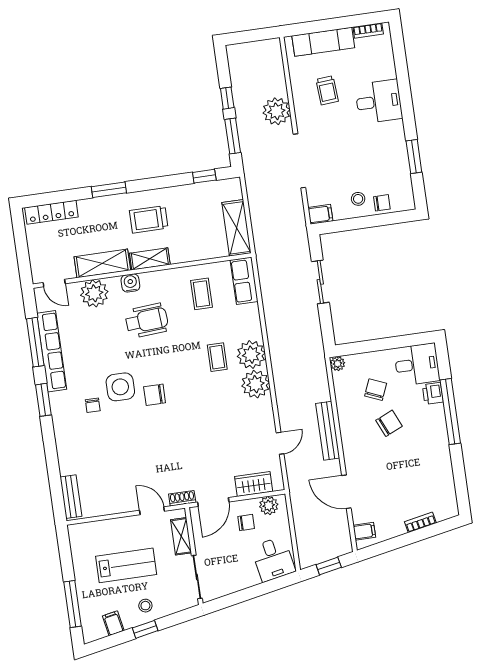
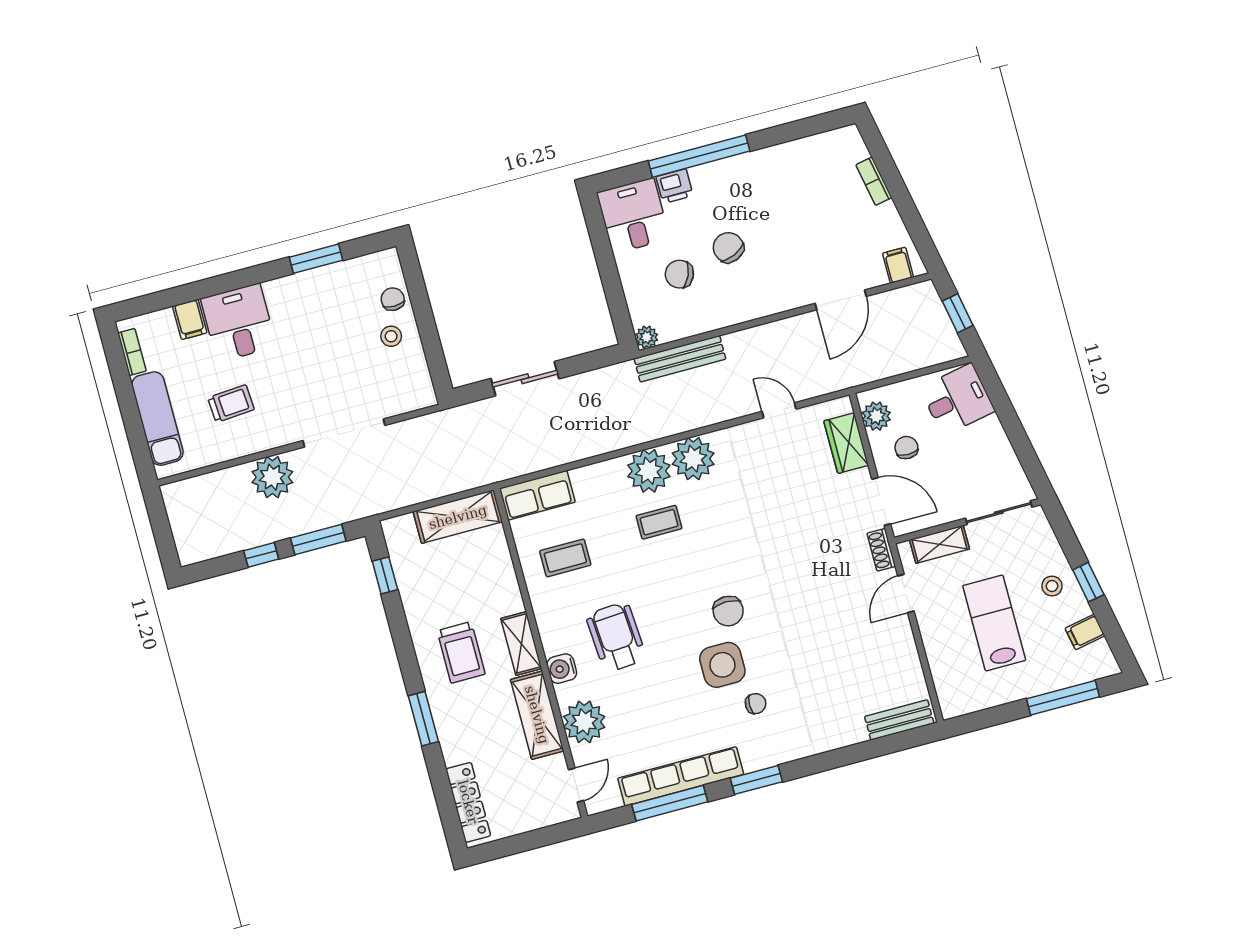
filing cabinet: (320, 214) -> (190, 319), moved, turned 180
bench: (328, 431) -> (680, 359), moved

